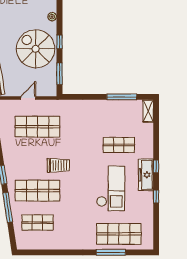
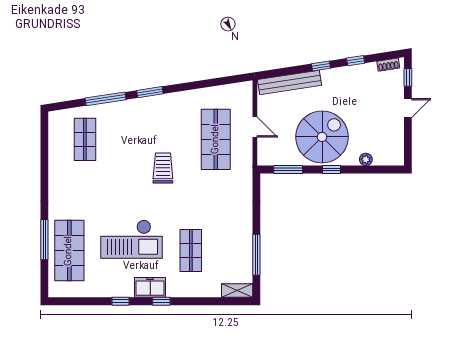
trolley: (58, 165) -> (163, 168), turned 180
freezer: (146, 175) -> (150, 287), width x0.71
shop shelf: (37, 191) -> (129, 139), removed

